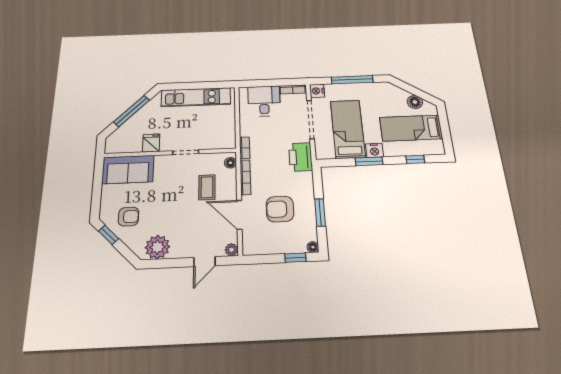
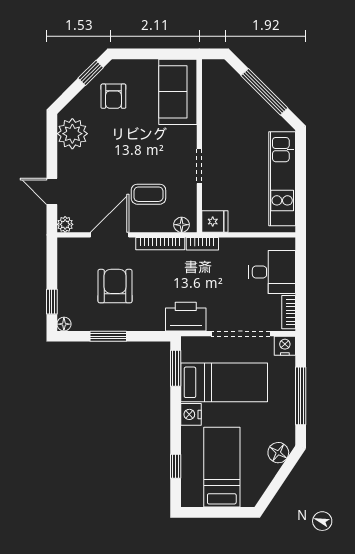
floor lamp: (415, 102) -> (278, 453), moved
fridge: (151, 143) -> (215, 222), moved
window: (369, 161) -> (176, 368), moved

